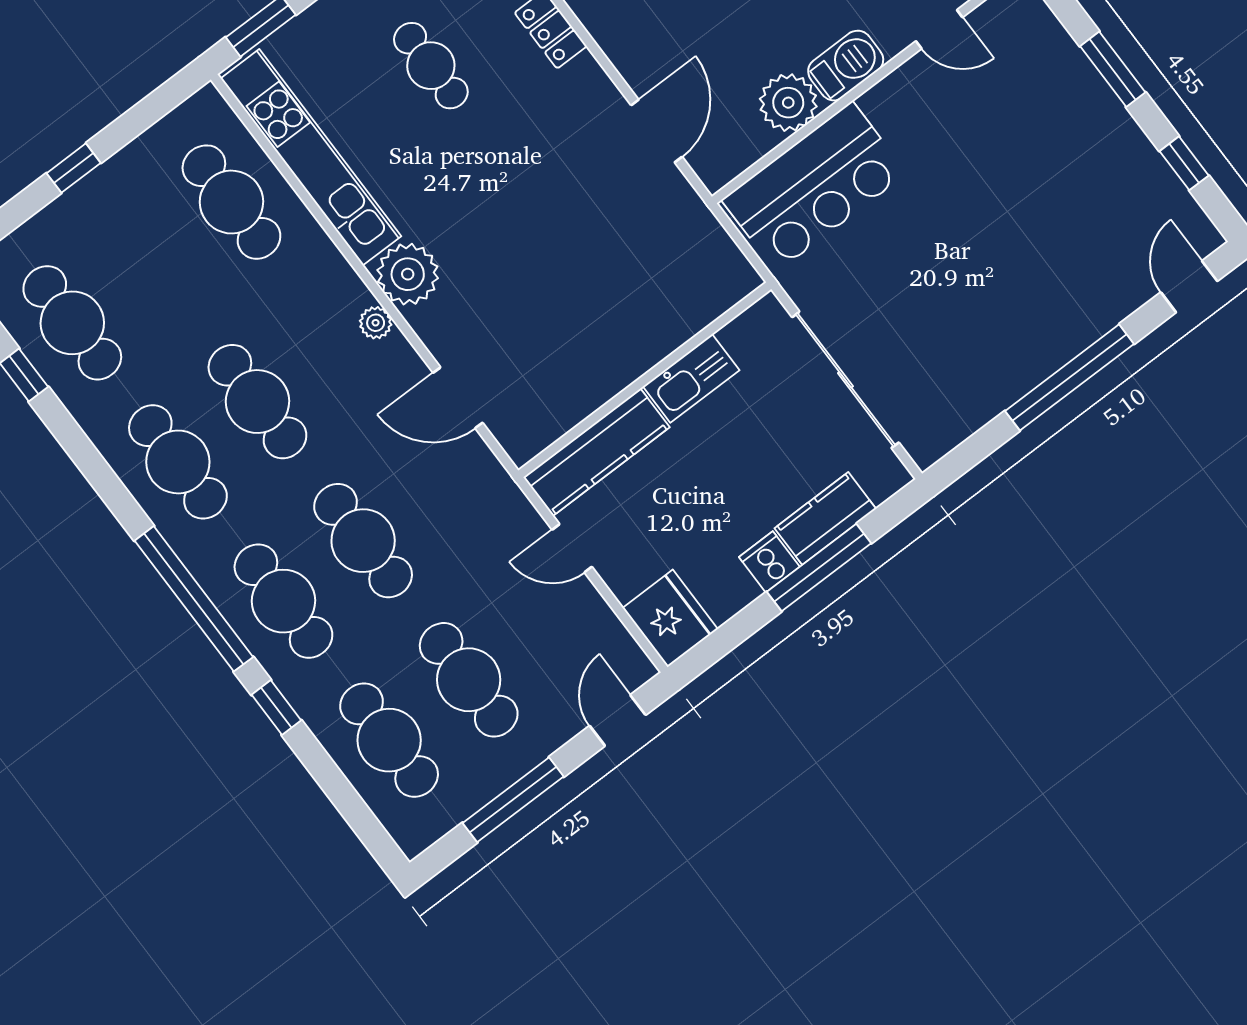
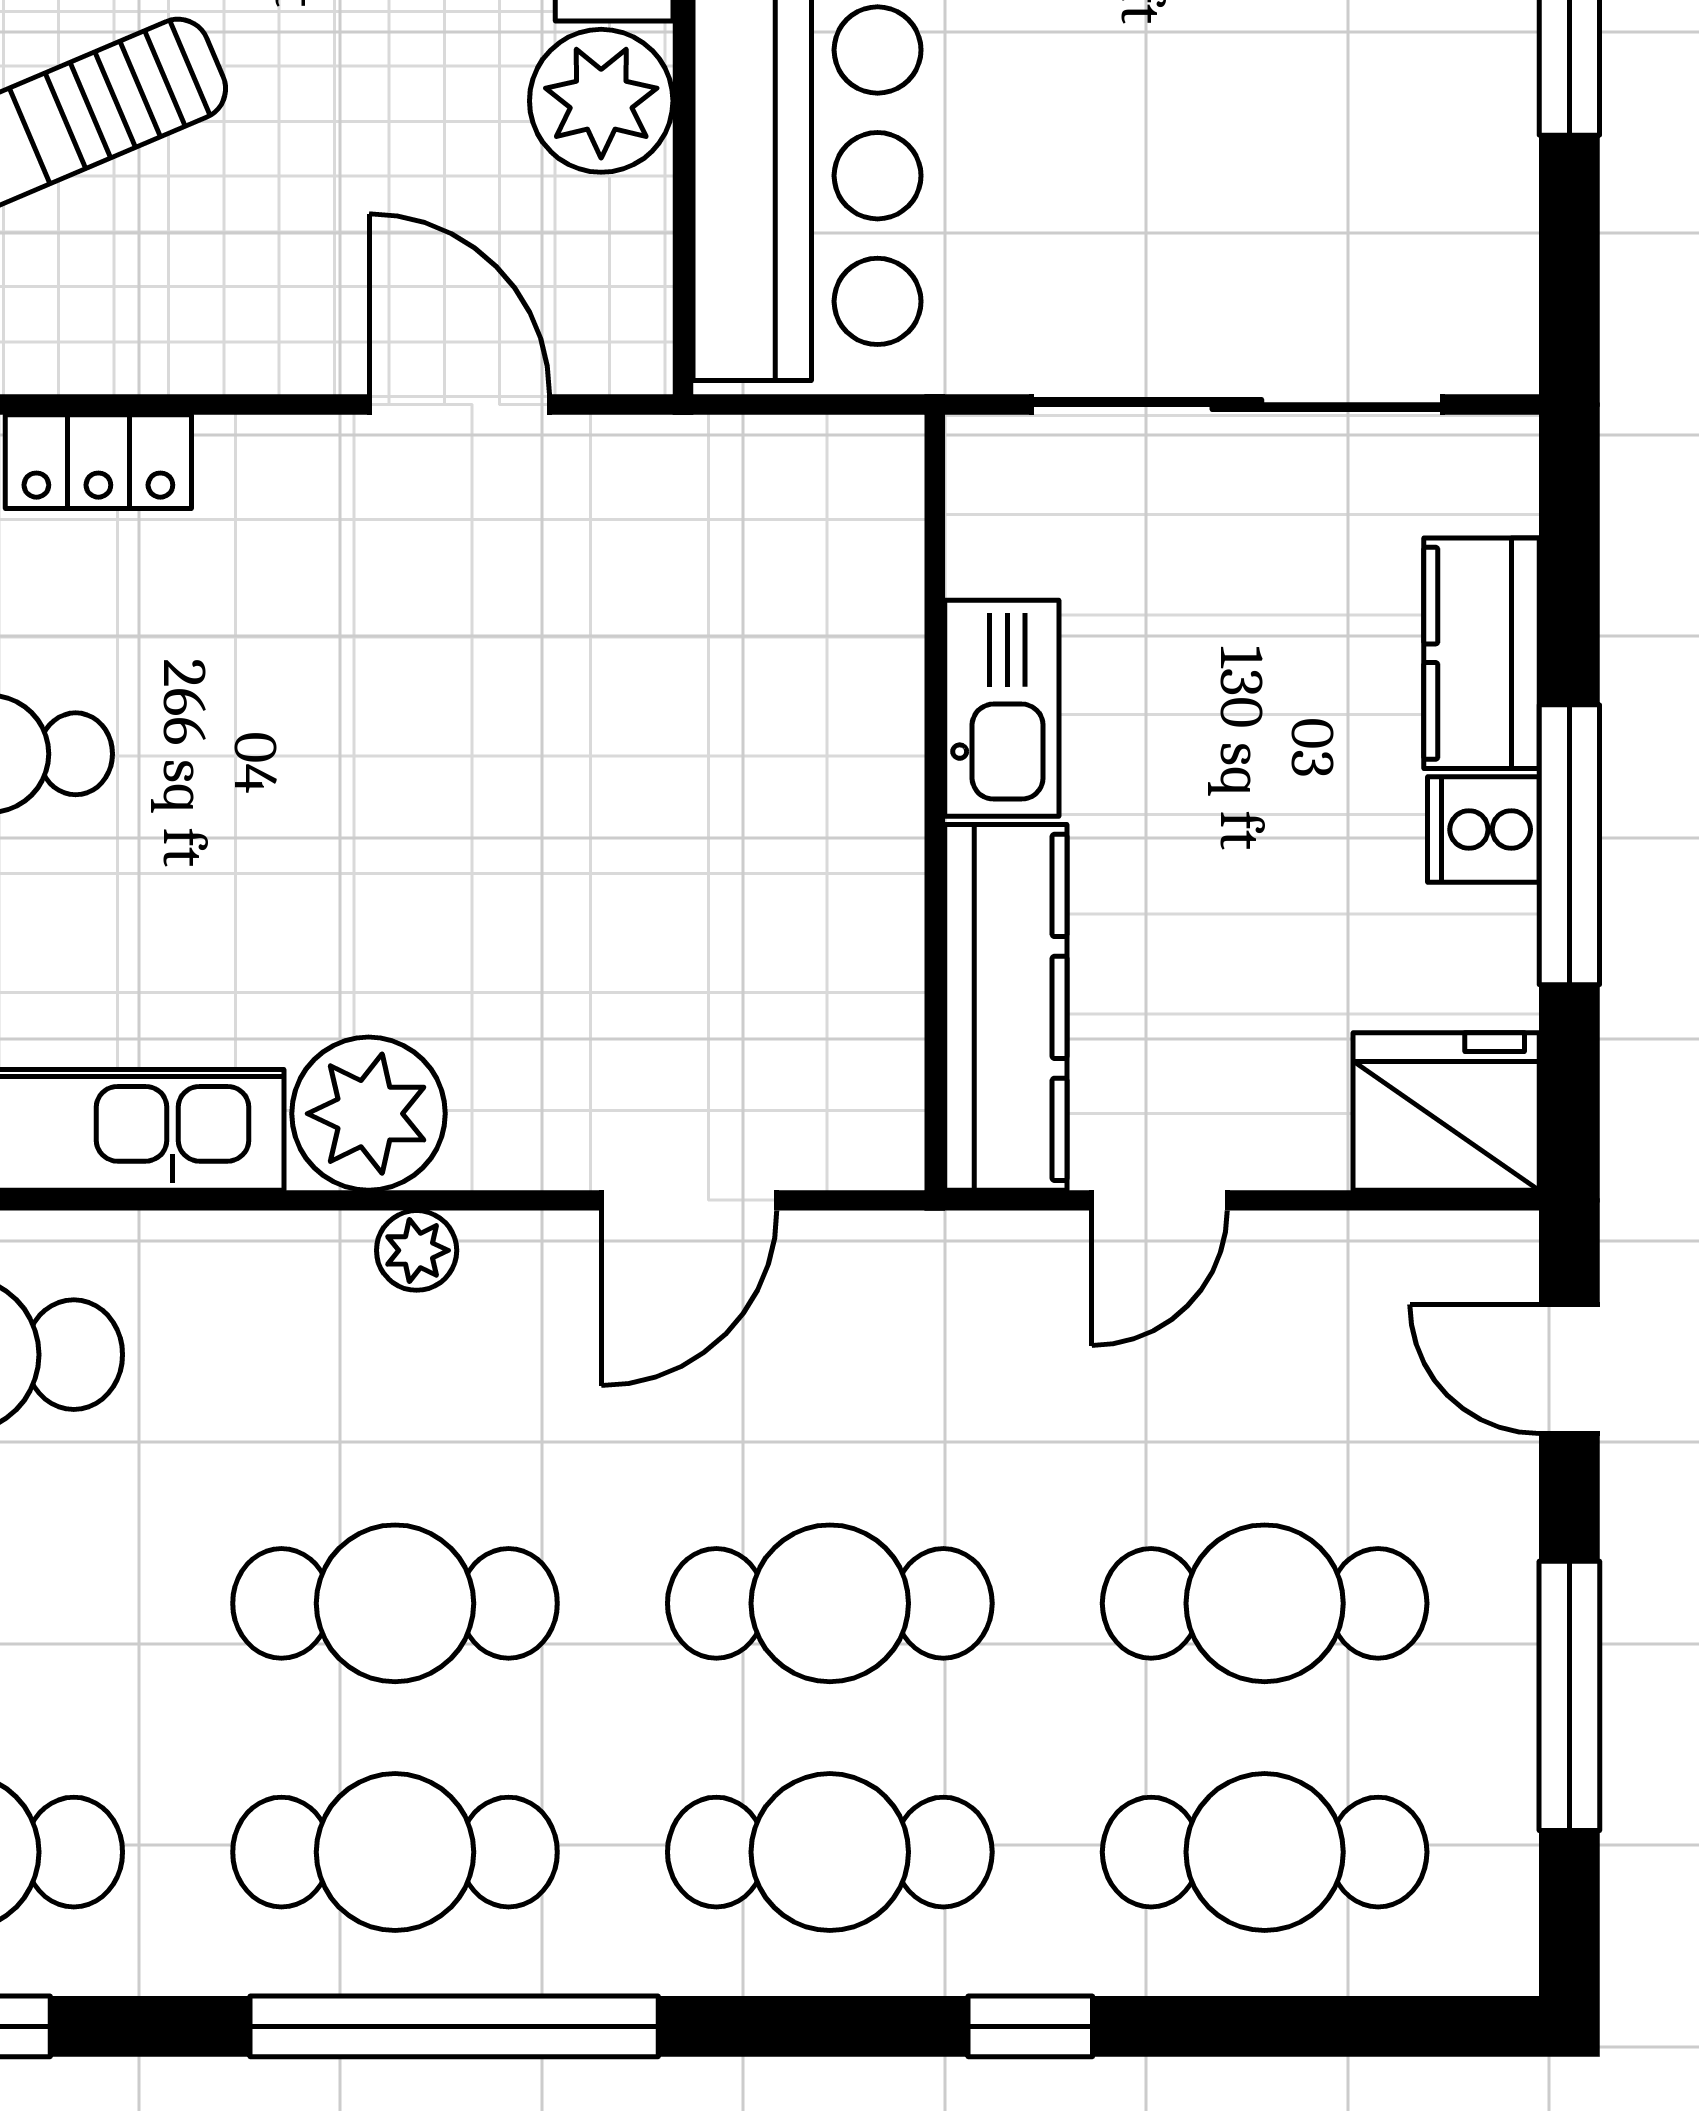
window: (819, 568) -> (1569, 845), moved
window: (194, 599) -> (454, 2026), moved

